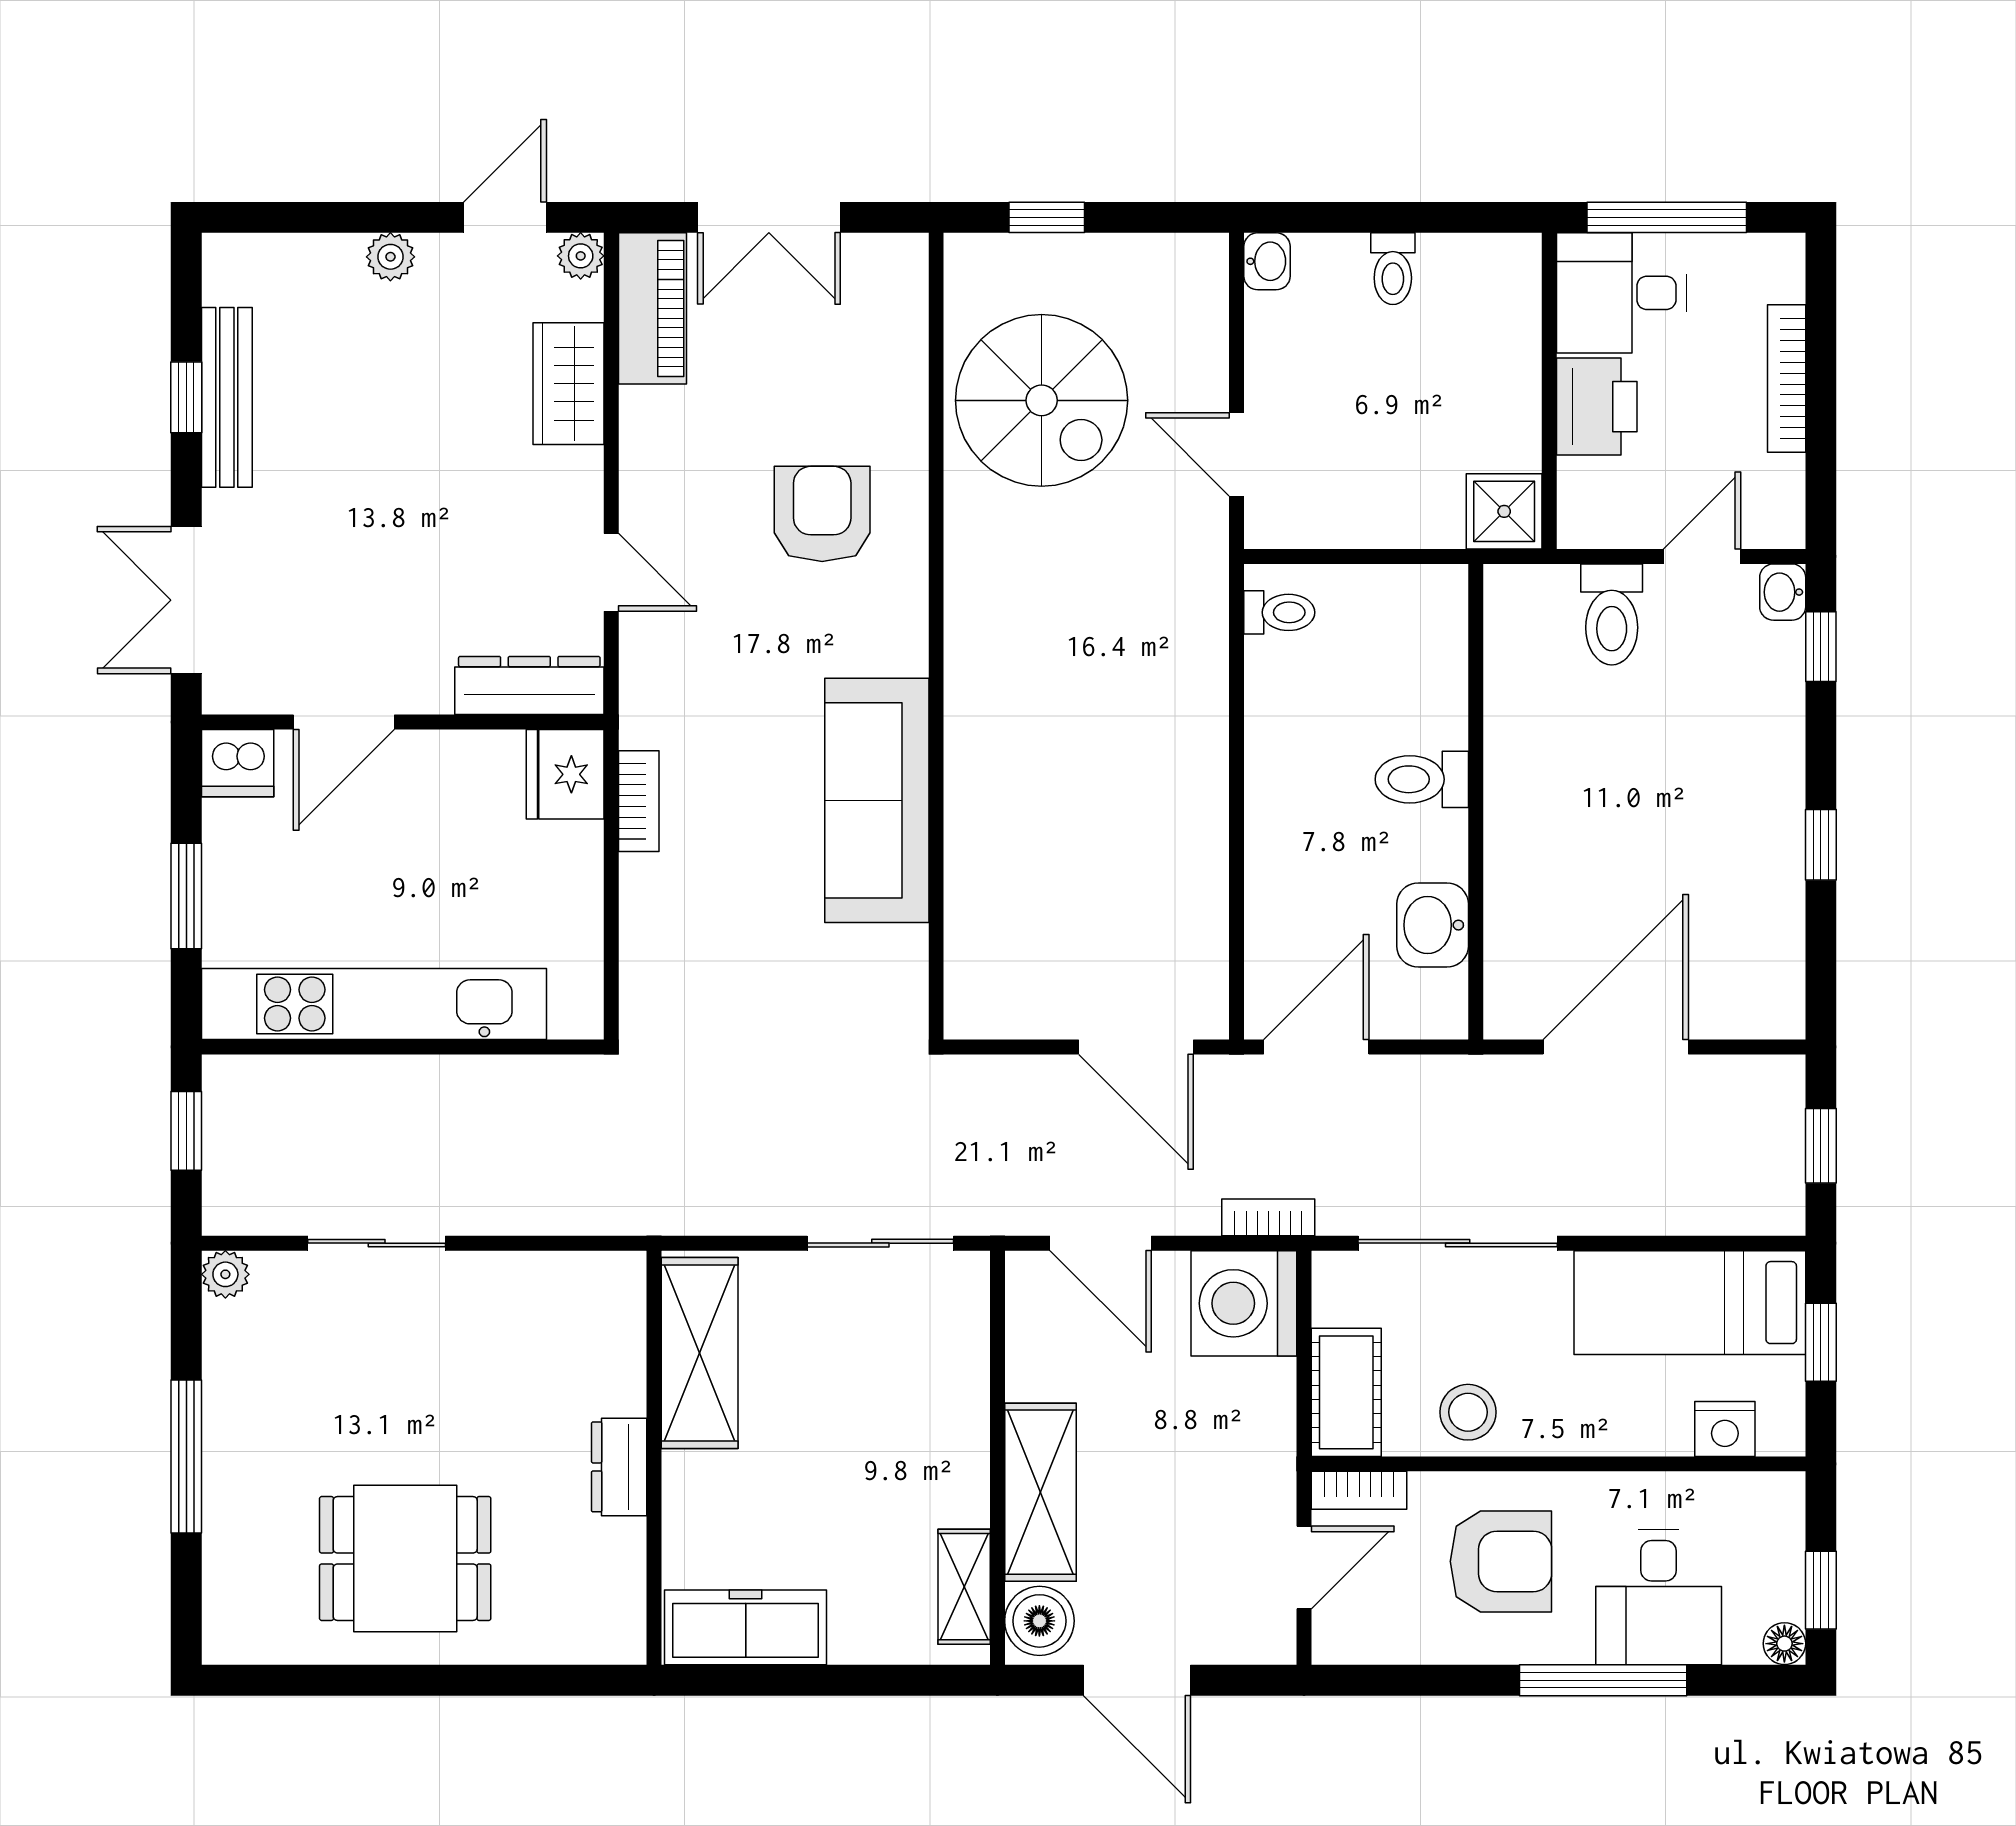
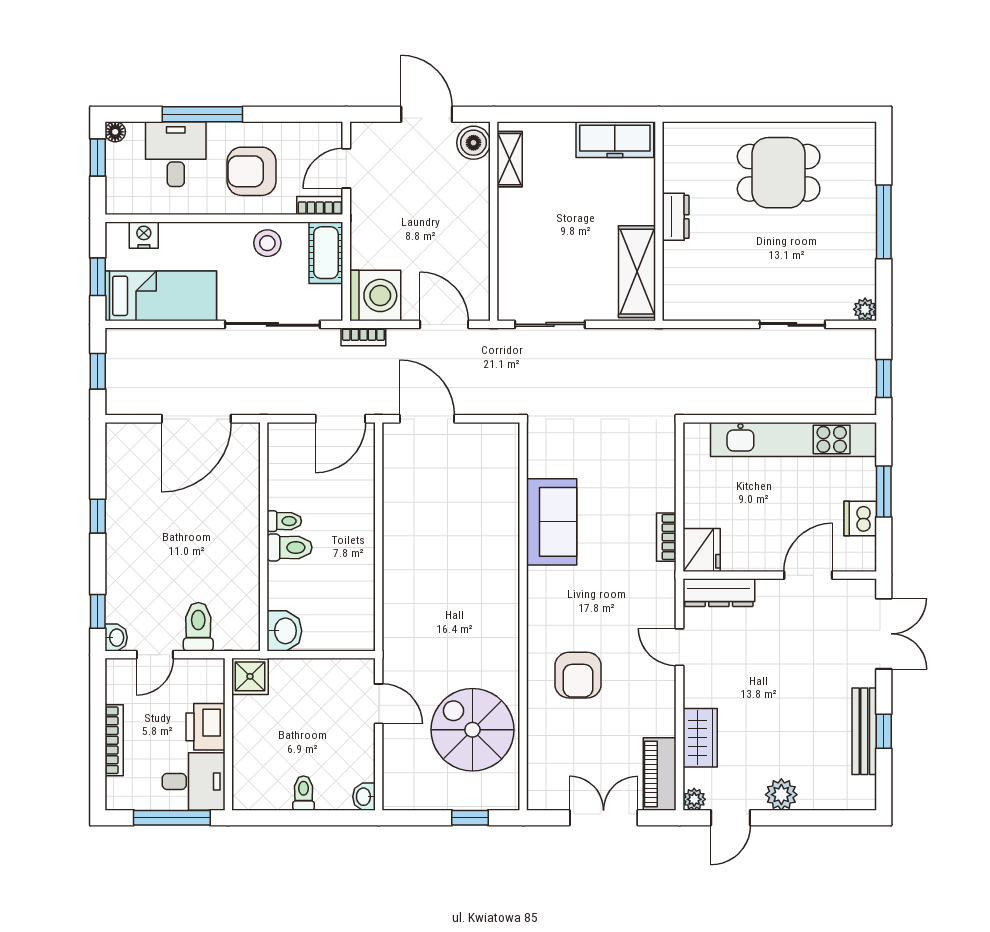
plant: (390, 257) -> (781, 795), width x1.38, depth x1.38
toilet: (1279, 612) -> (284, 521), moved, turned 180
dishwasher: (238, 763) -> (860, 519), moved, turned -90
sofa: (877, 800) -> (552, 522), width x0.73
washbasin: (1433, 925) -> (284, 631), moved
shelving: (1040, 1492) -> (473, 205), removed

